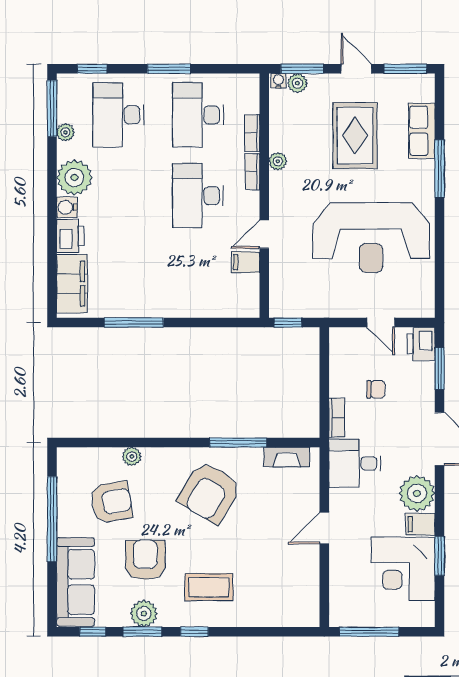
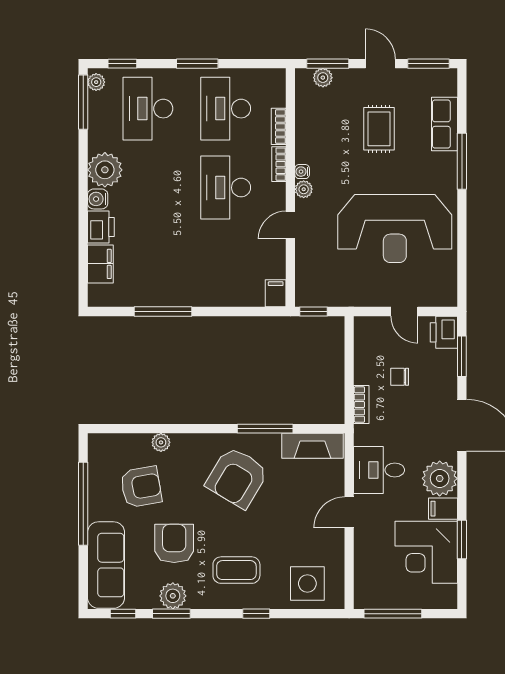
water cooler: (278, 81) -> (302, 172), moved, turned -90
plant: (65, 132) -> (96, 82), moved
rug: (355, 136) -> (379, 129), width x0.73, depth x0.70
plant: (278, 161) -> (304, 189), moved
filing cabinet: (246, 262) -> (276, 293), moved, turned 90
filing cabinet: (72, 284) -> (100, 264), width x0.67, depth x0.86
chair: (376, 389) -> (400, 377), turned 180
fireplace: (287, 457) -> (312, 446), width x1.37, depth x1.32
desk: (355, 463) -> (379, 470), moved
side table: (282, 601) -> (307, 583), added
window: (194, 632) -> (256, 614), moved

